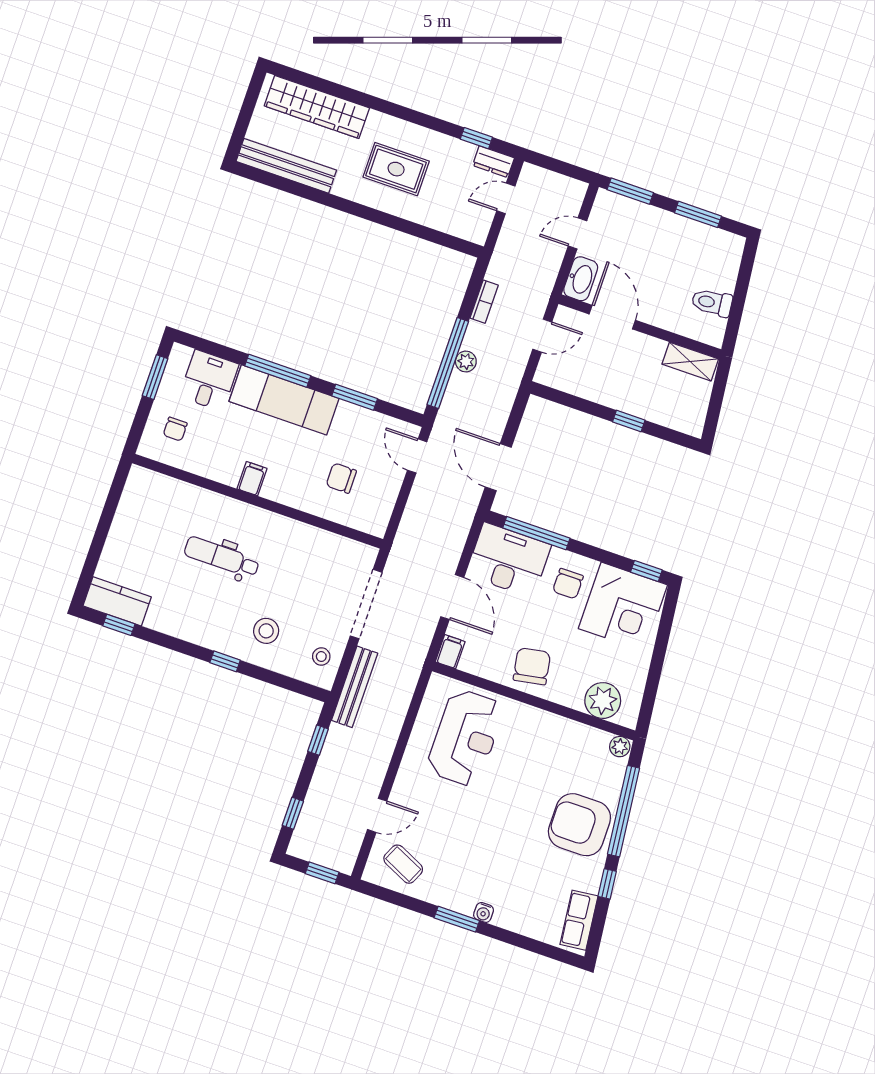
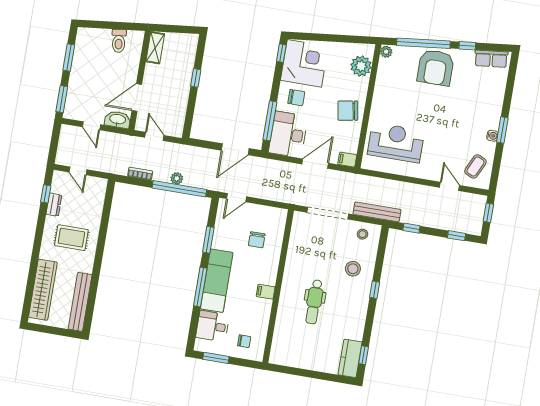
dresser: (493, 162) -> (54, 205), moved
rug: (396, 169) -> (71, 238), turned 90
water cooler: (484, 912) -> (492, 136), moved

